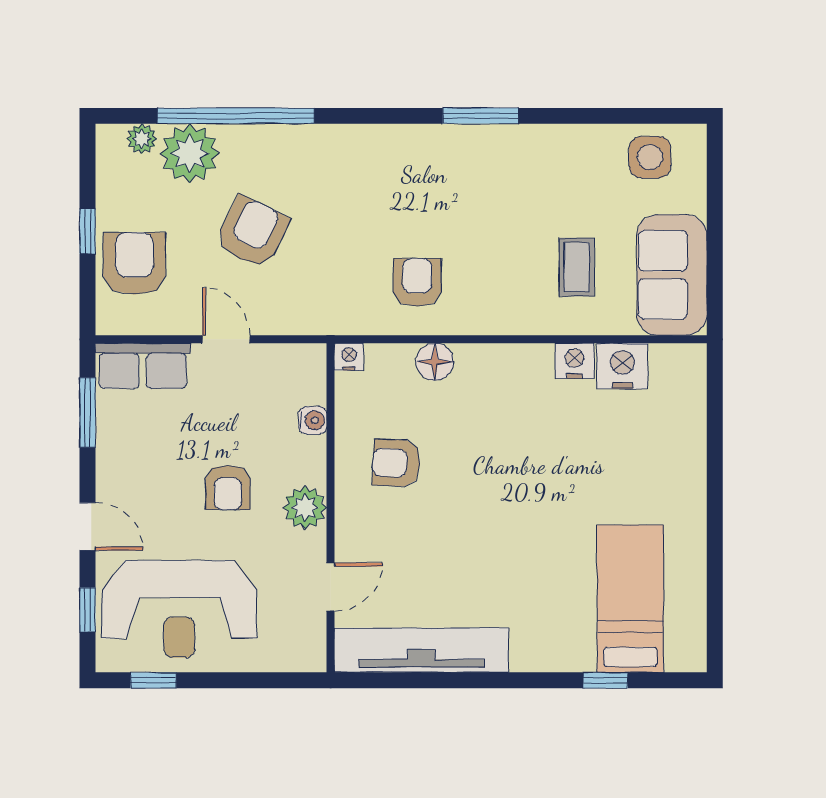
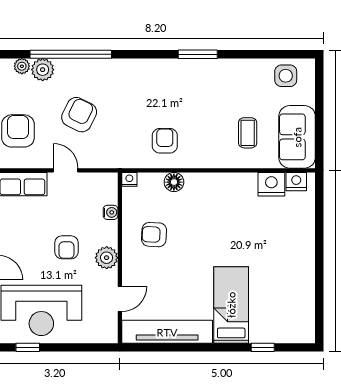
plant: (190, 153) -> (43, 70), width x0.73, depth x0.73
nightstand: (574, 361) -> (296, 182), moved
bed: (630, 599) -> (231, 305), moved

